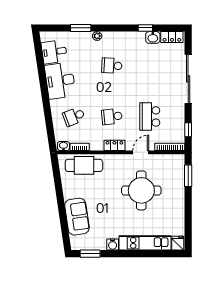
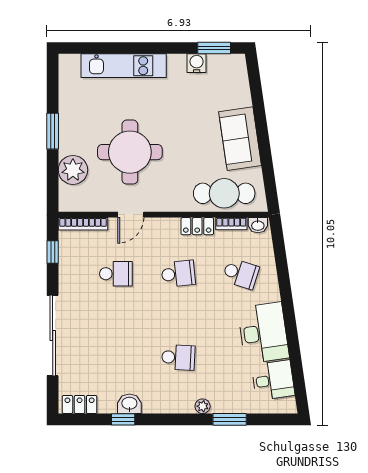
washbasin: (153, 37) -> (129, 404), moved
school desk: (74, 117) -> (241, 274), turned 39
school desk: (150, 117) -> (116, 274), width x0.54
locker: (114, 145) -> (197, 226), moved
window: (188, 176) -> (53, 131), moved
plant: (176, 180) -> (73, 170), added
sofa: (77, 217) -> (240, 139), moved
fridge: (178, 243) -> (70, 65), removed
water cooler: (113, 245) -> (197, 63), moved

